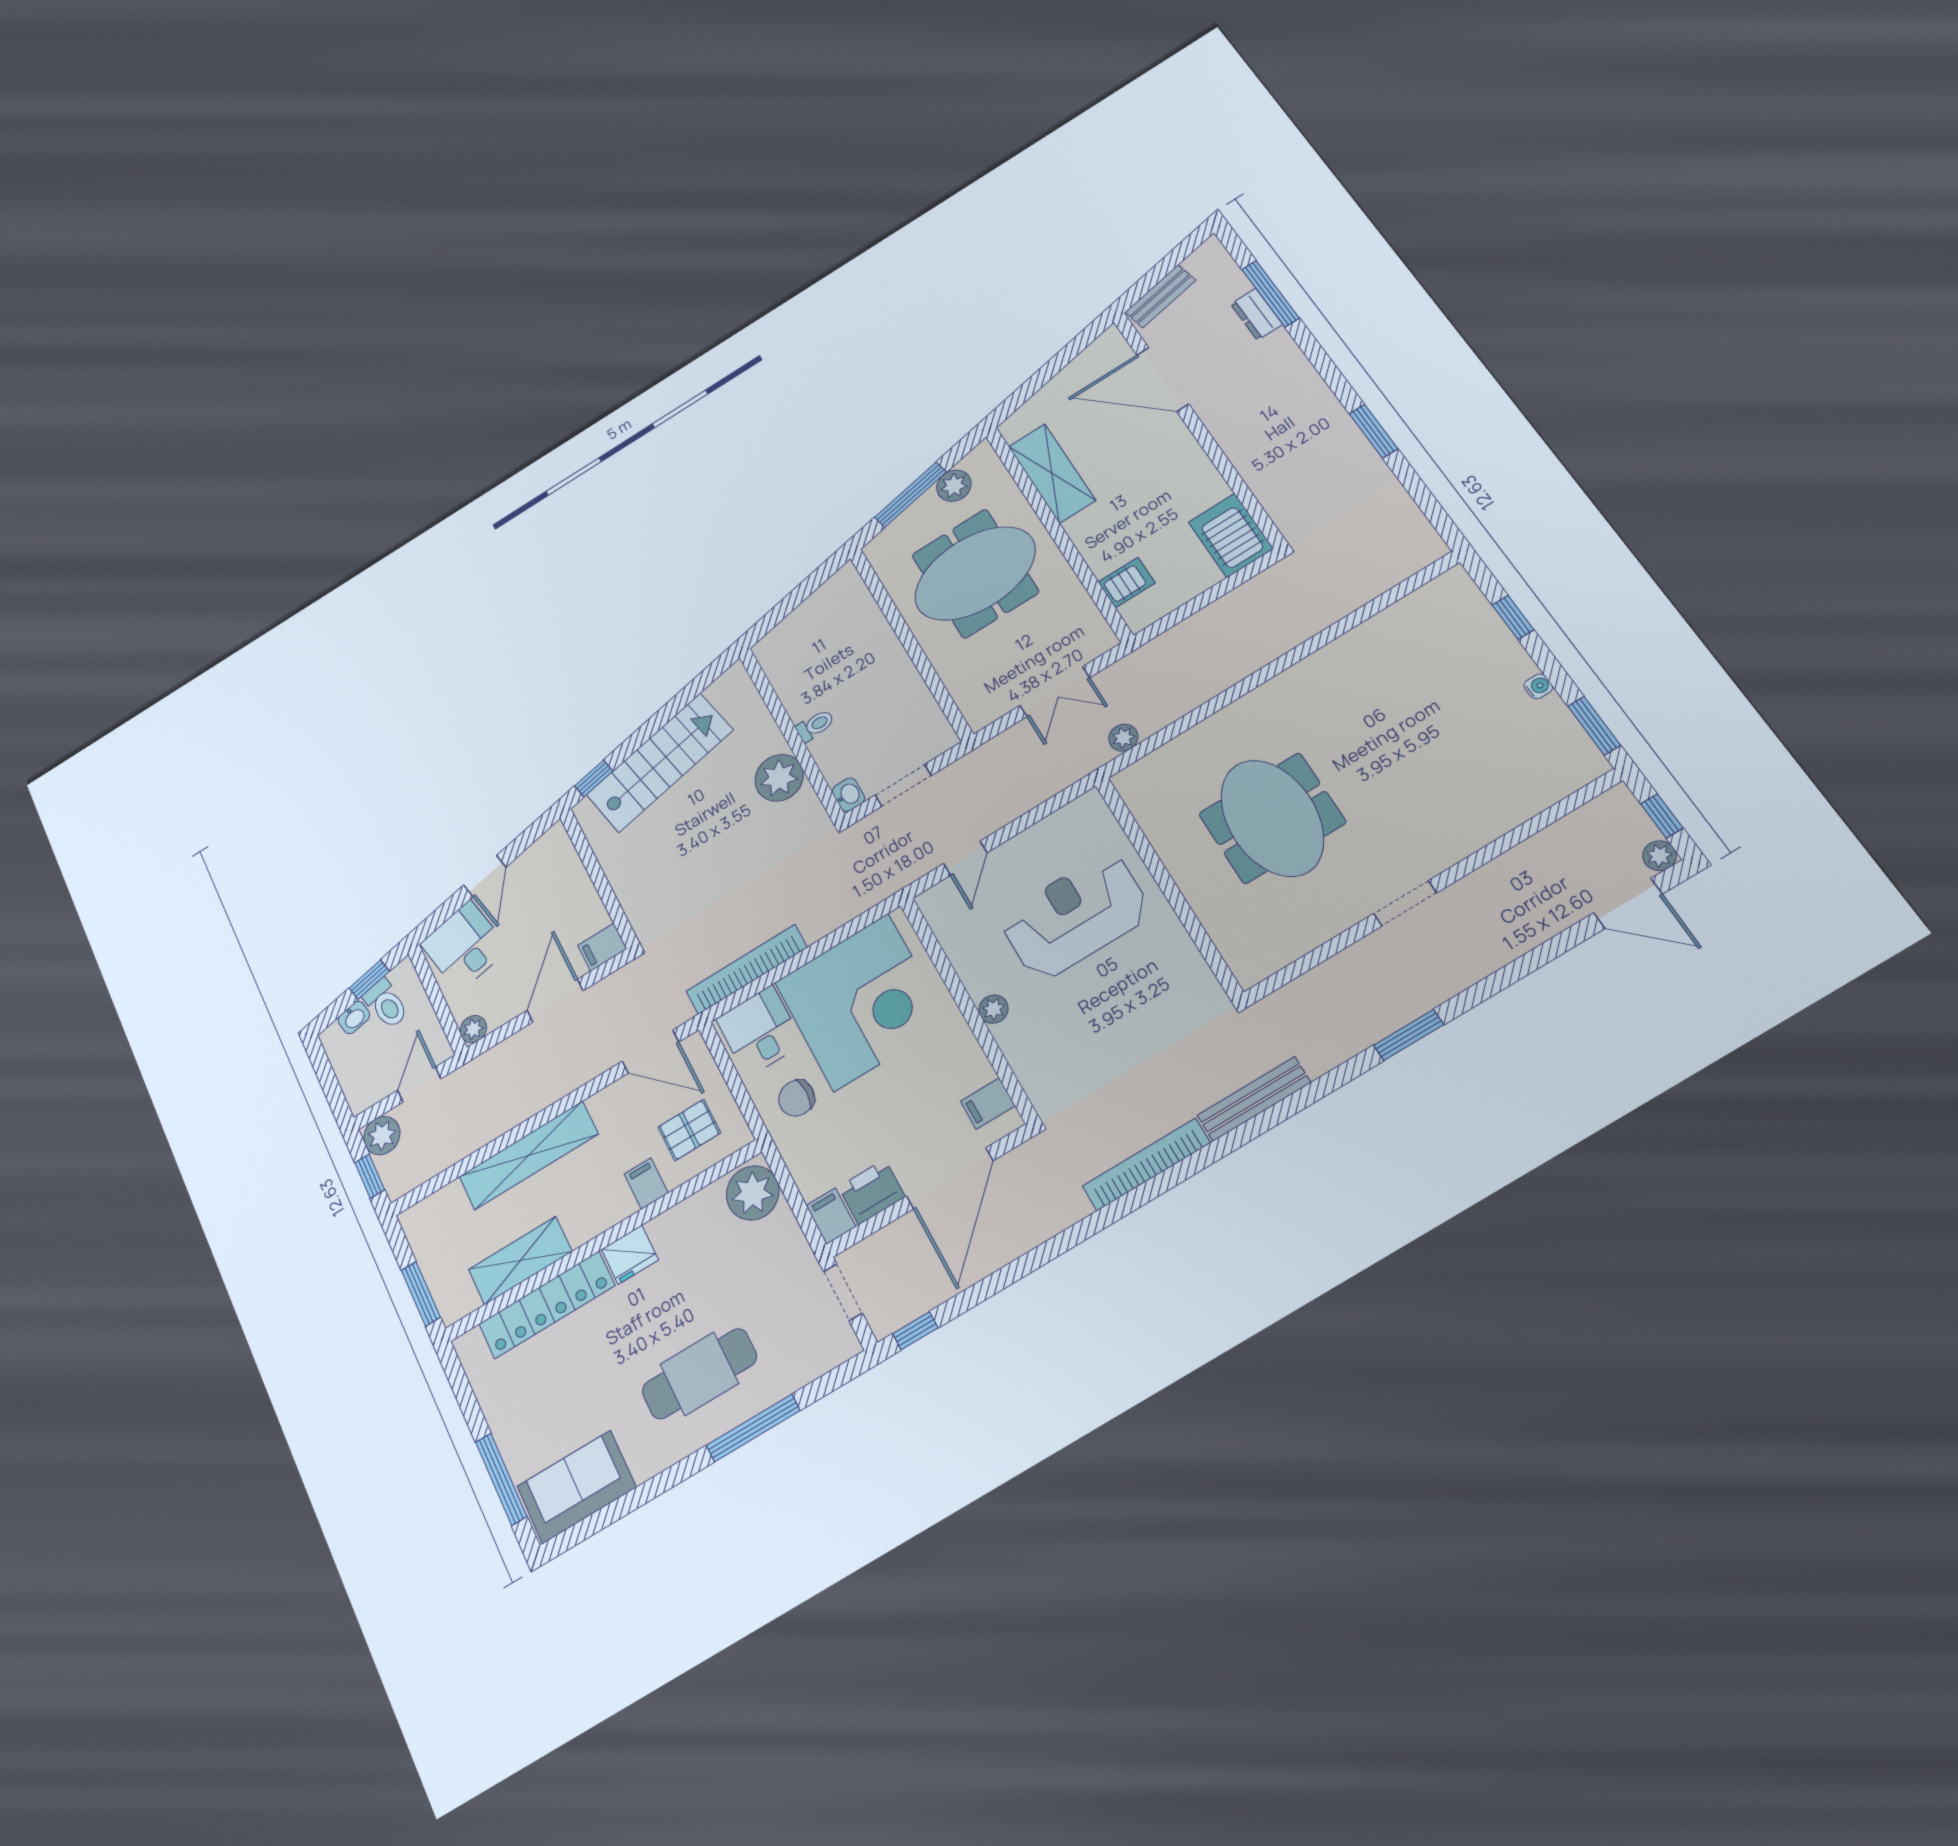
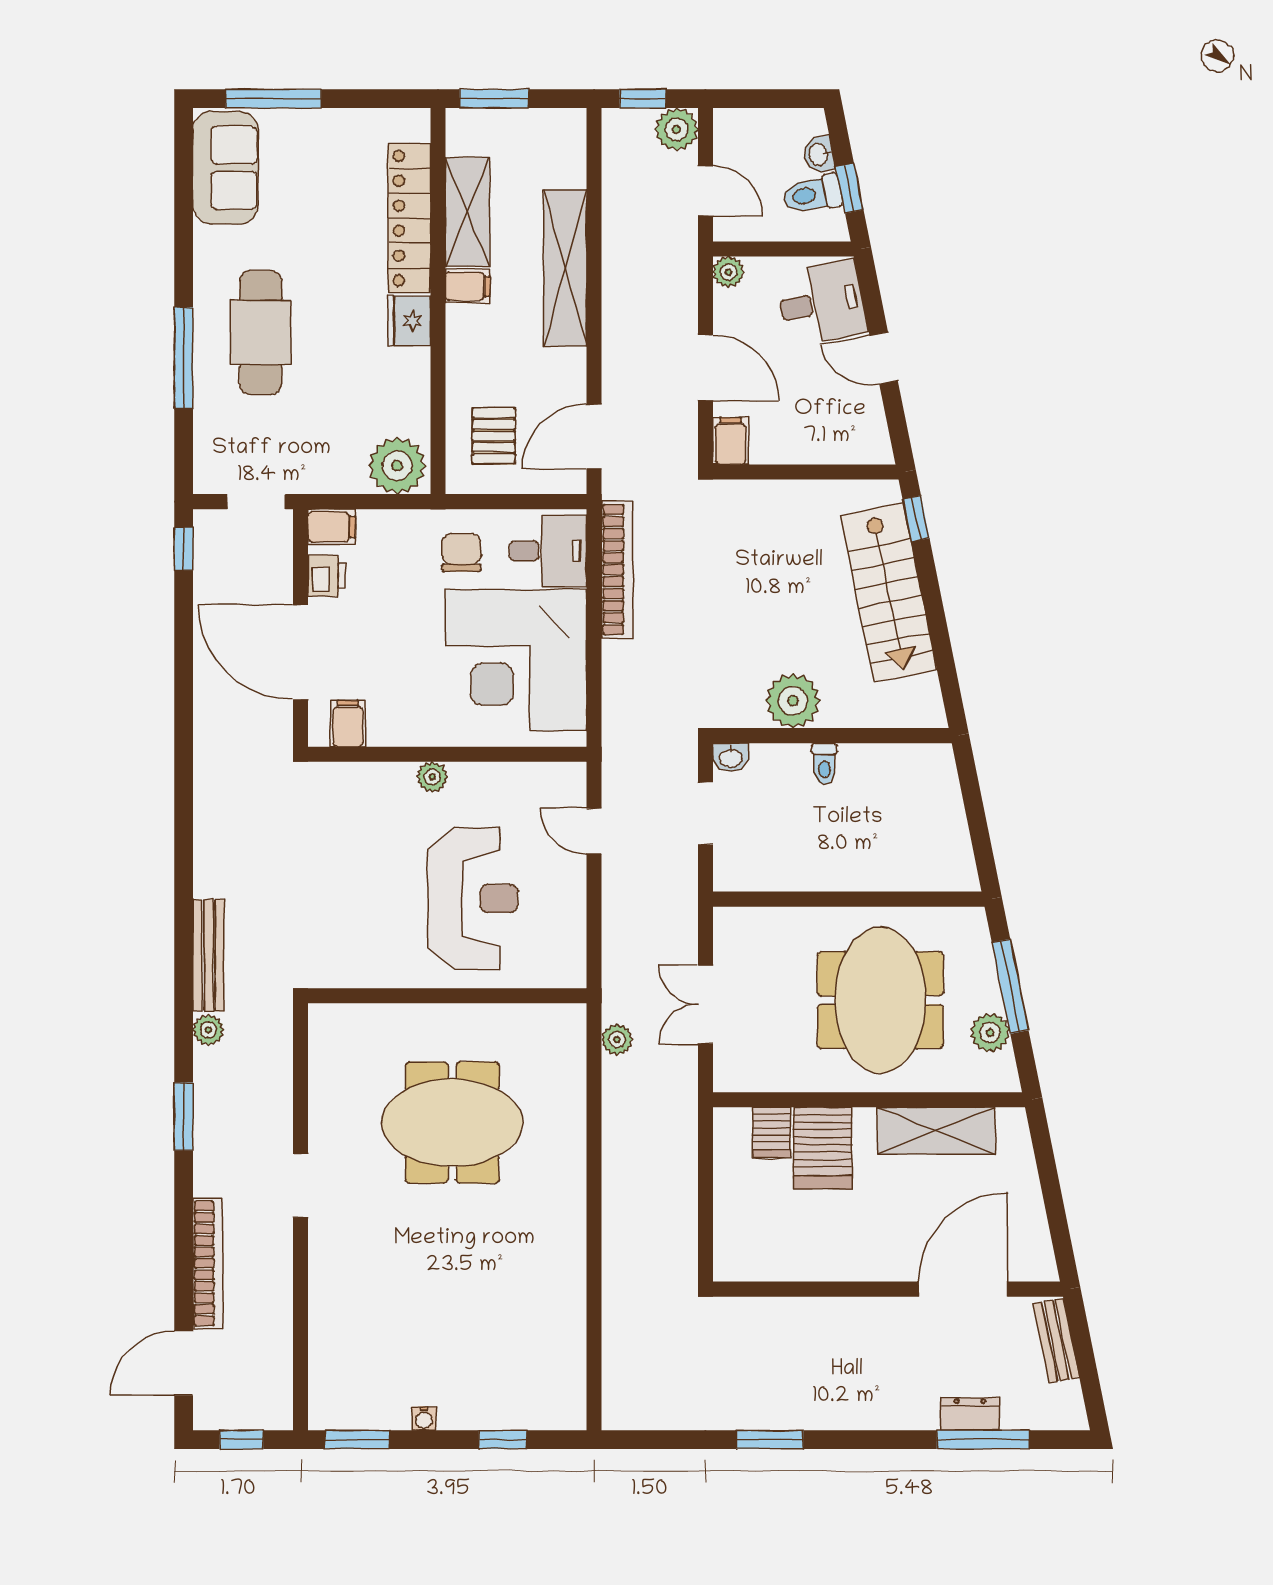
server rack: (1231, 535) -> (823, 1148), moved, turned 90
plant: (1659, 856) -> (208, 1030), moved
bookcase: (1146, 1165) -> (208, 1263), moved
filing cabinet: (646, 1183) -> (468, 286), moved
printer: (872, 1192) -> (327, 576), width x0.73, depth x0.81

